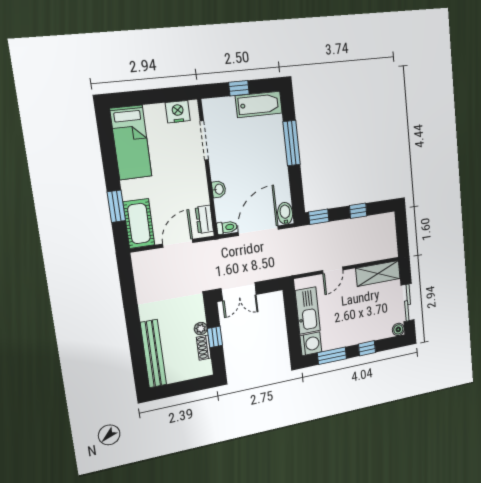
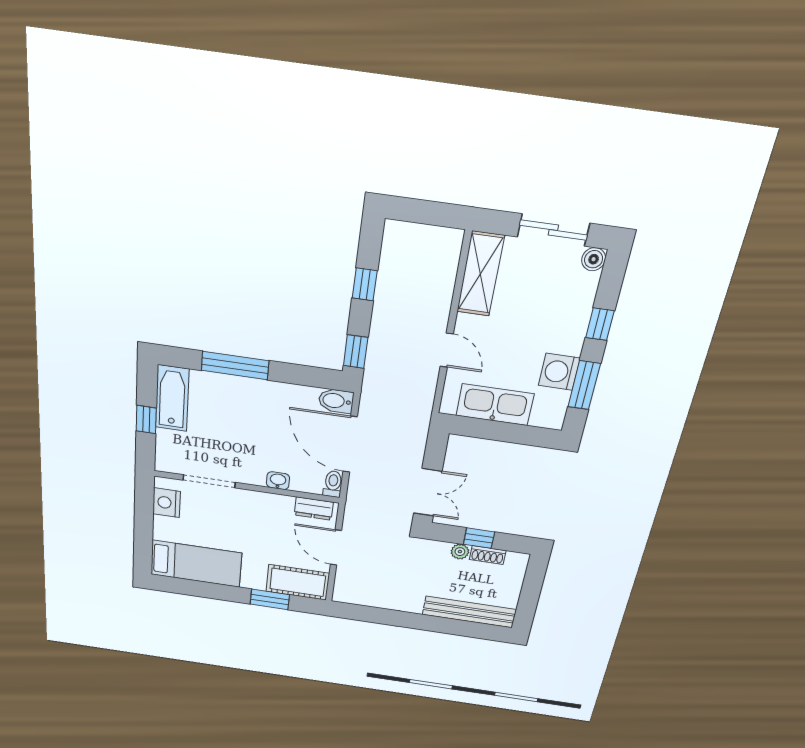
washing machine: (311, 344) -> (559, 372), moved, turned -90

